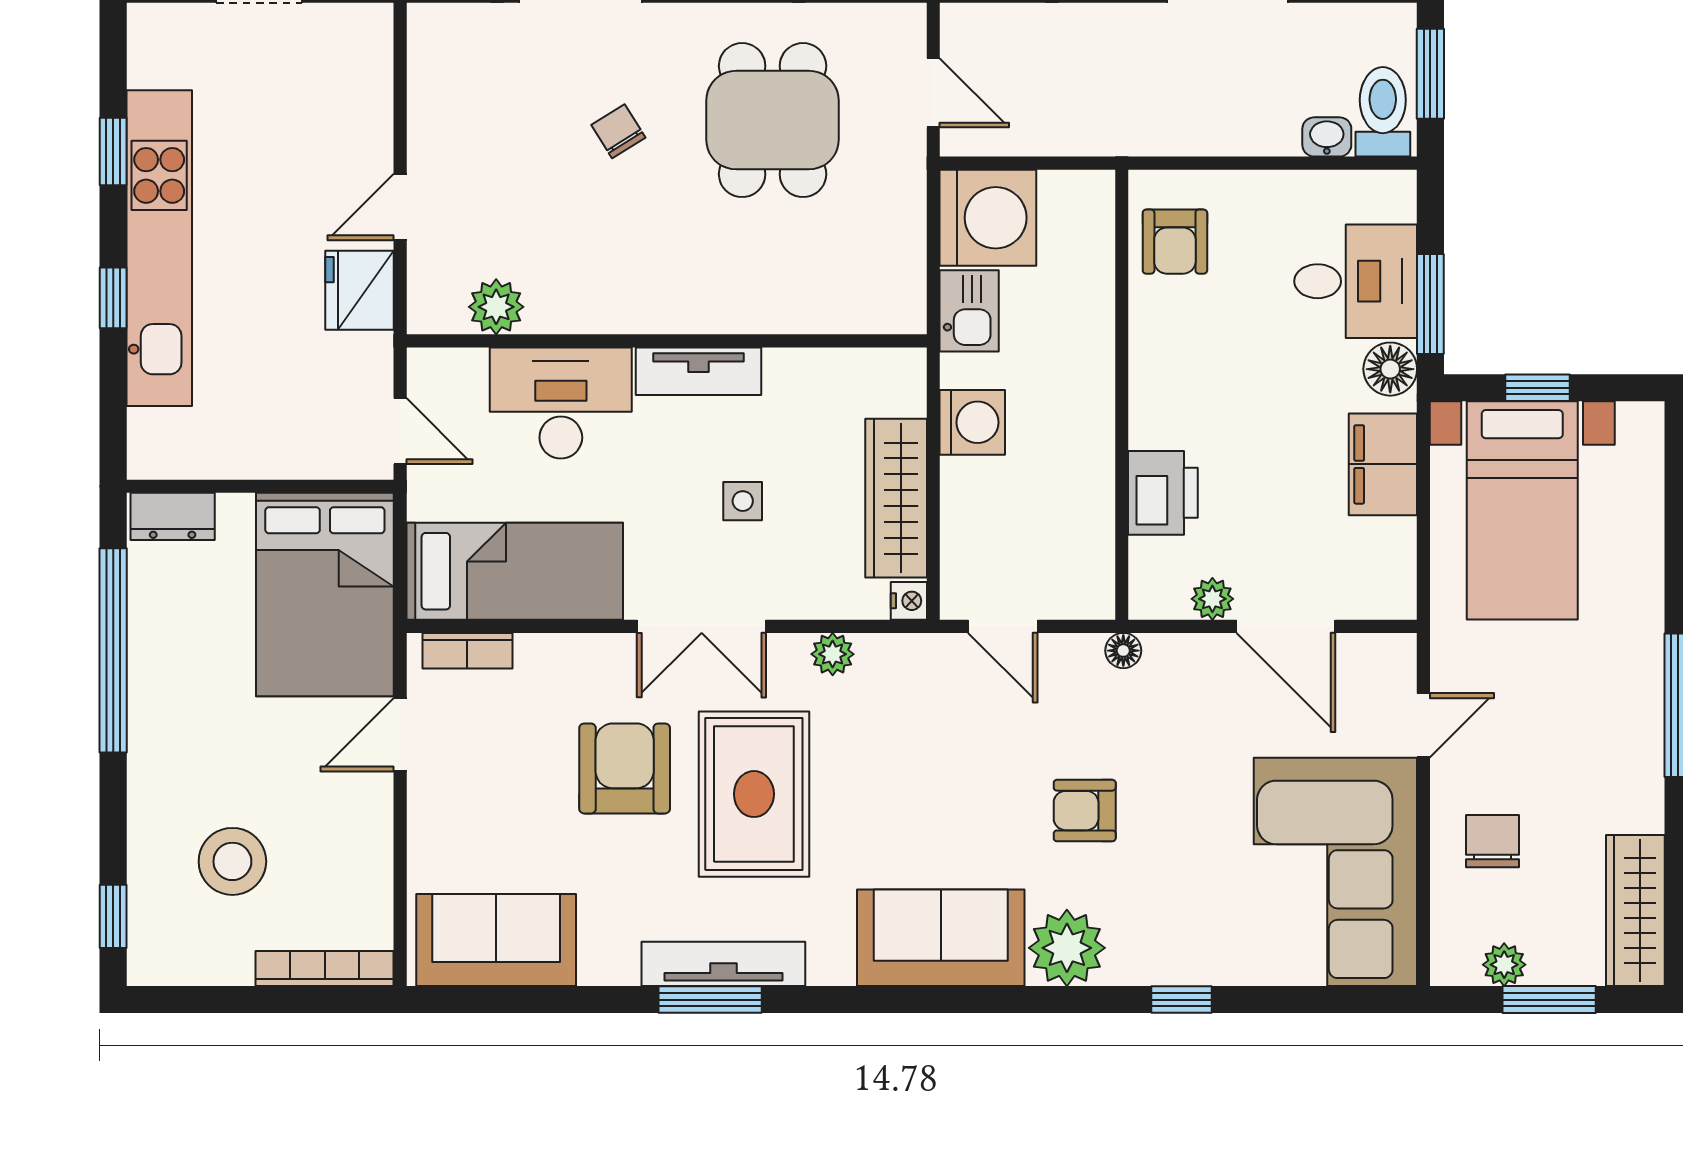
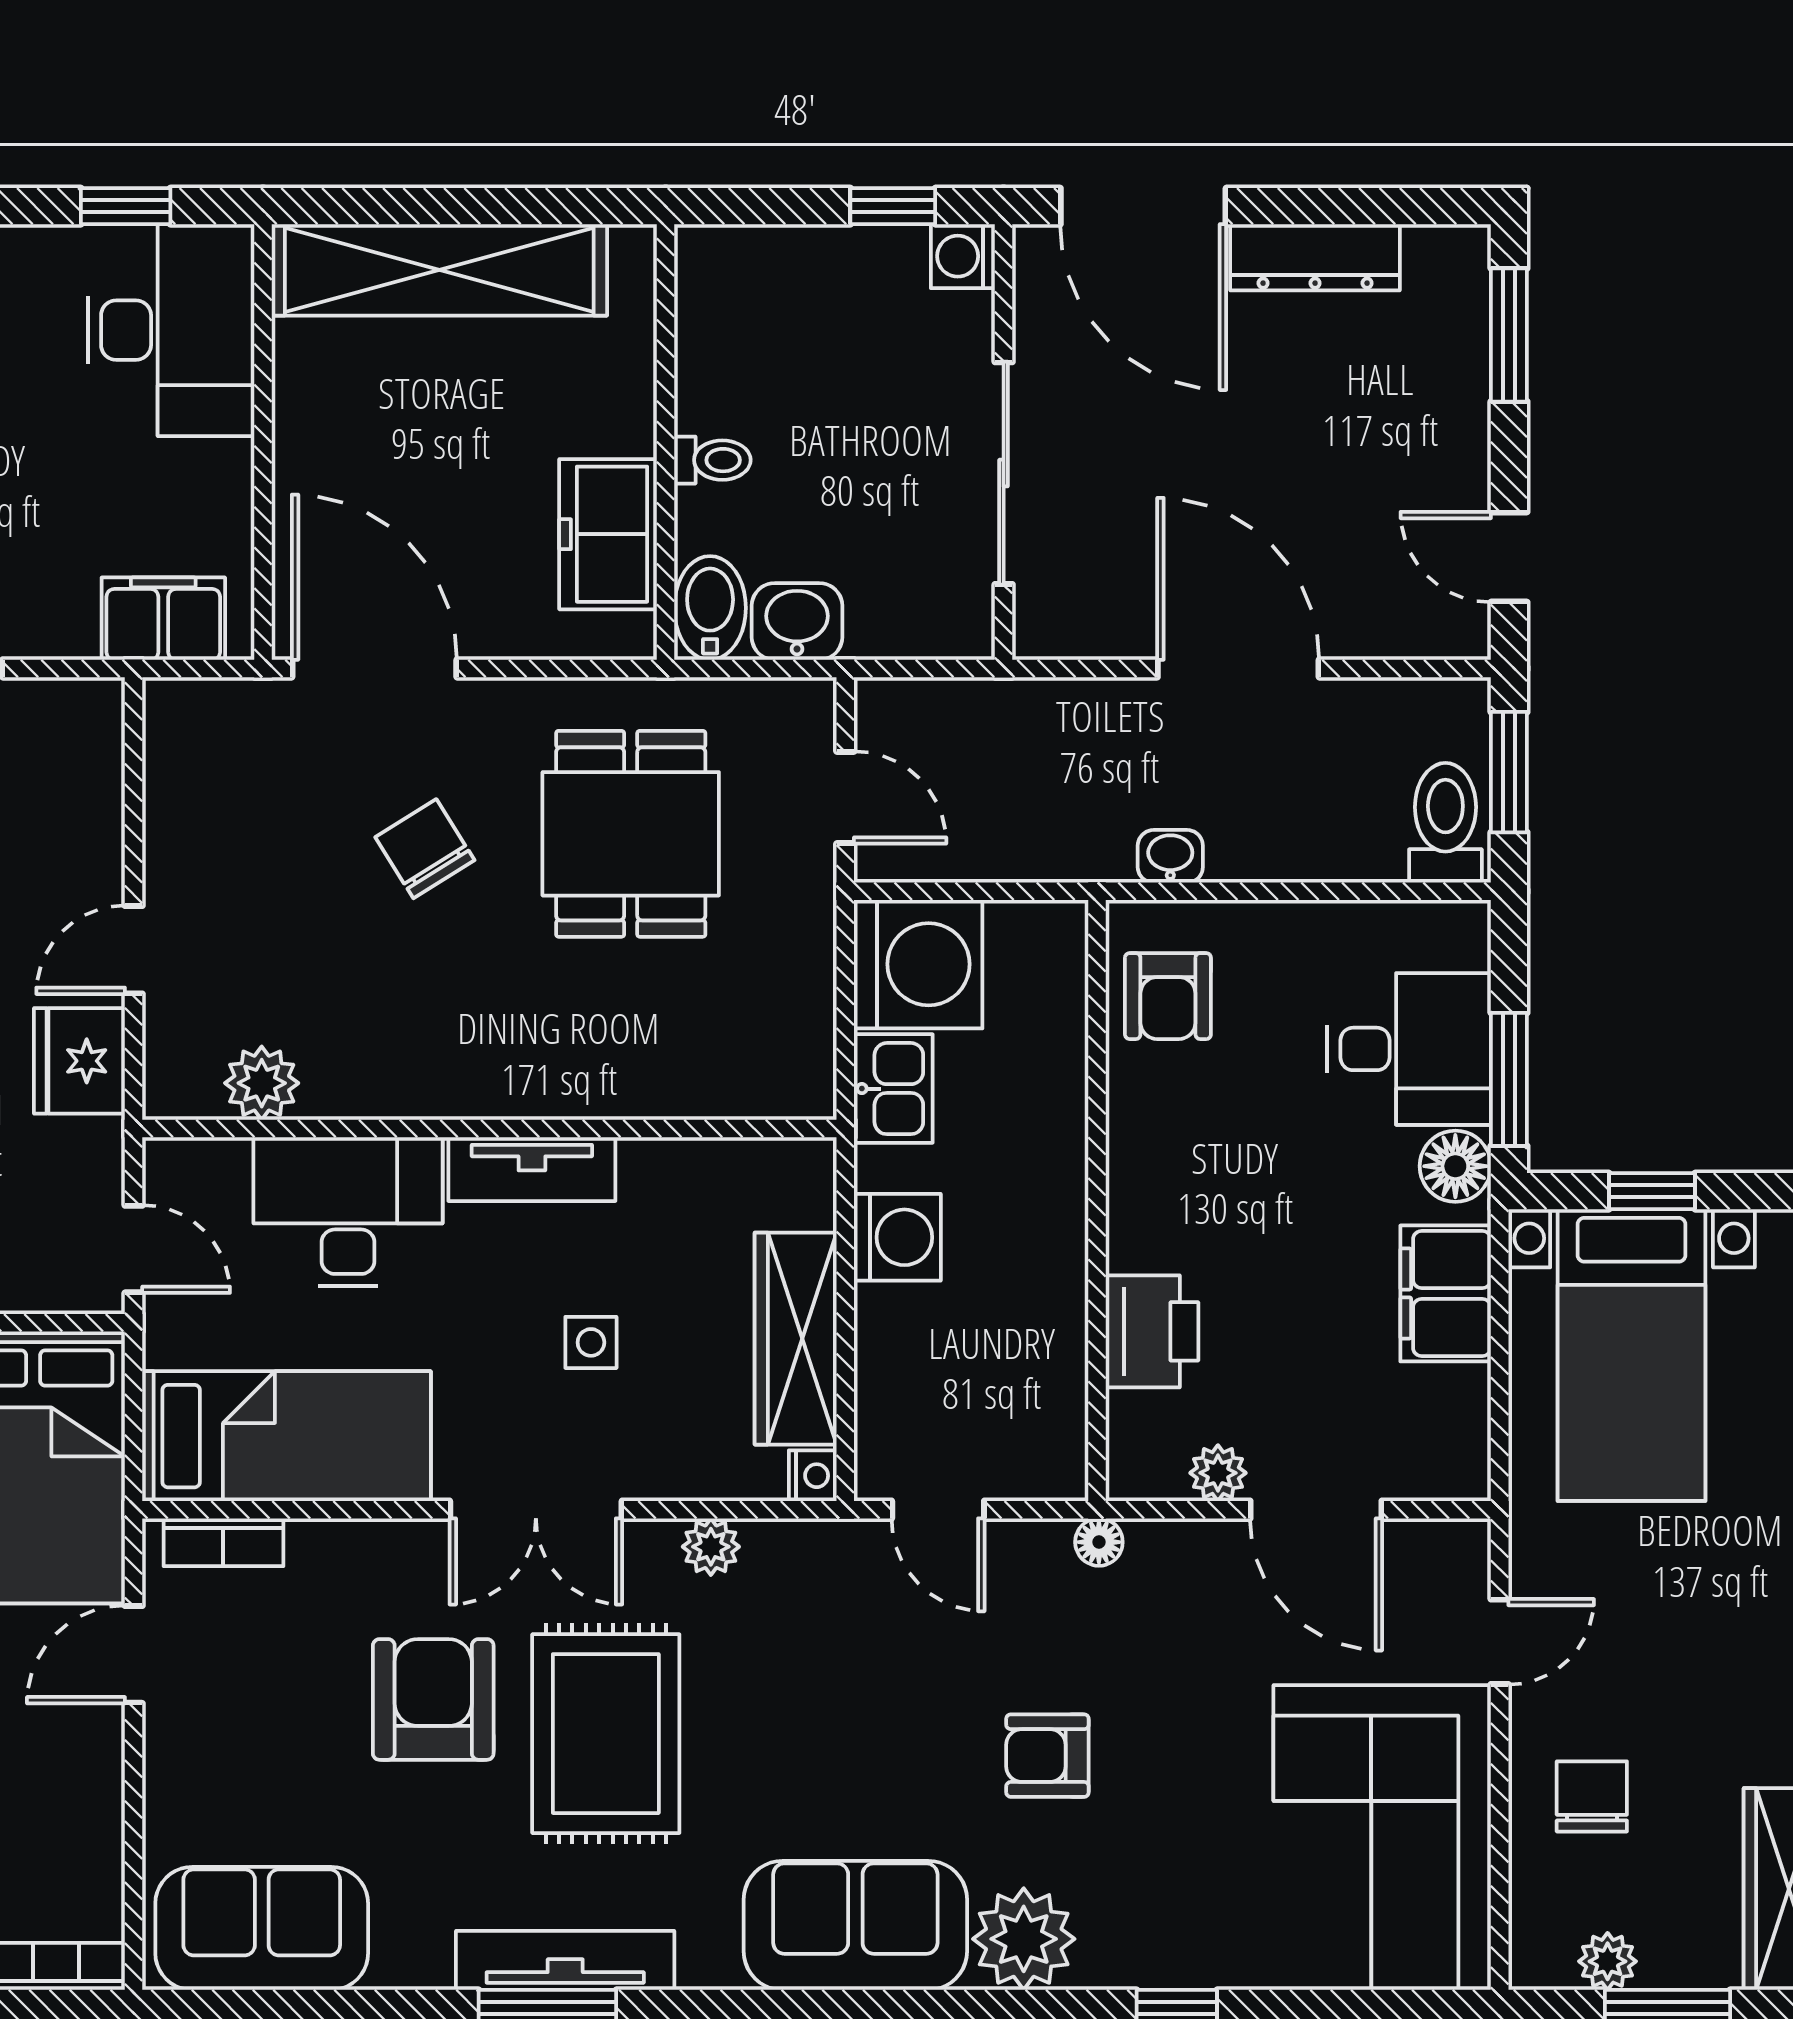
chair: (618, 131) -> (425, 849), width x1.37, depth x1.37
washbasin: (1327, 137) -> (1170, 856), moved

